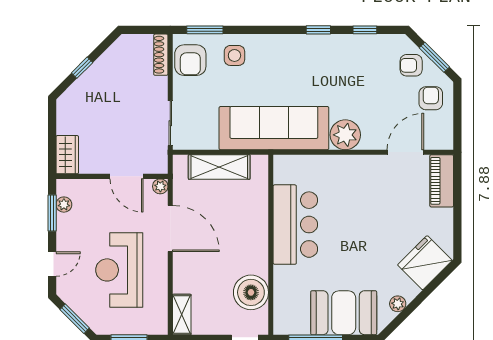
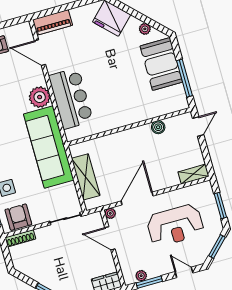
armchair: (190, 60) -> (18, 217), turned -90
door: (127, 176) -> (110, 238), swing flipped
bar counter: (295, 225) -> (71, 98), moved, turned 90
boiler: (251, 292) -> (158, 127), width x0.54, depth x0.54

